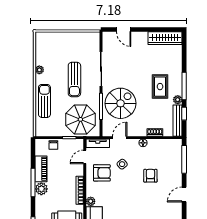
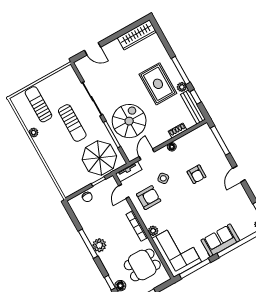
rug: (160, 87) -> (158, 84), width x1.36, depth x1.43
sun lounger: (44, 101) -> (38, 104), moved
piano: (41, 169) -> (88, 226), removed
armchair: (150, 176) -> (197, 174), turned 180

